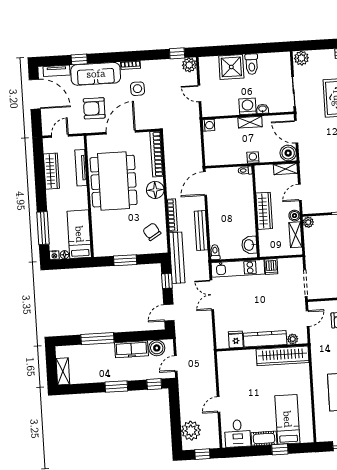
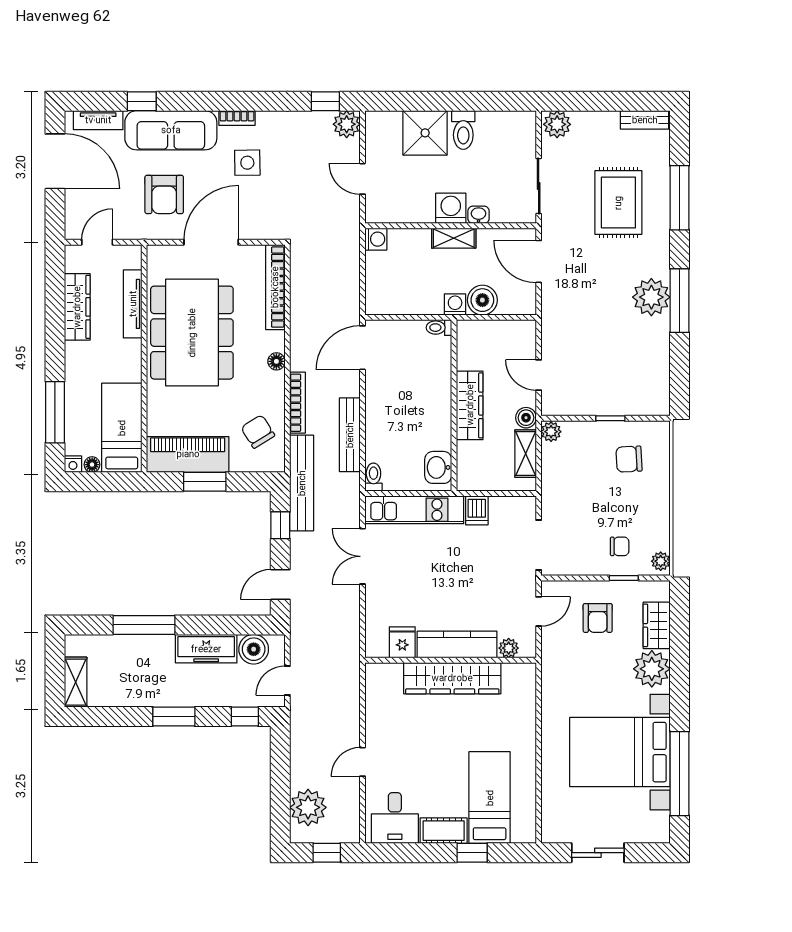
armchair: (94, 108) -> (164, 194), turned -90
boiler: (288, 153) -> (482, 300), moved
shelving: (285, 169) -> (514, 330), removed
floor lamp: (155, 190) -> (276, 361), width x0.53, depth x0.53
door: (300, 192) -> (539, 375), hinge flipped
piano: (115, 246) -> (188, 454), added
wardrobe: (283, 356) -> (452, 678), moved

